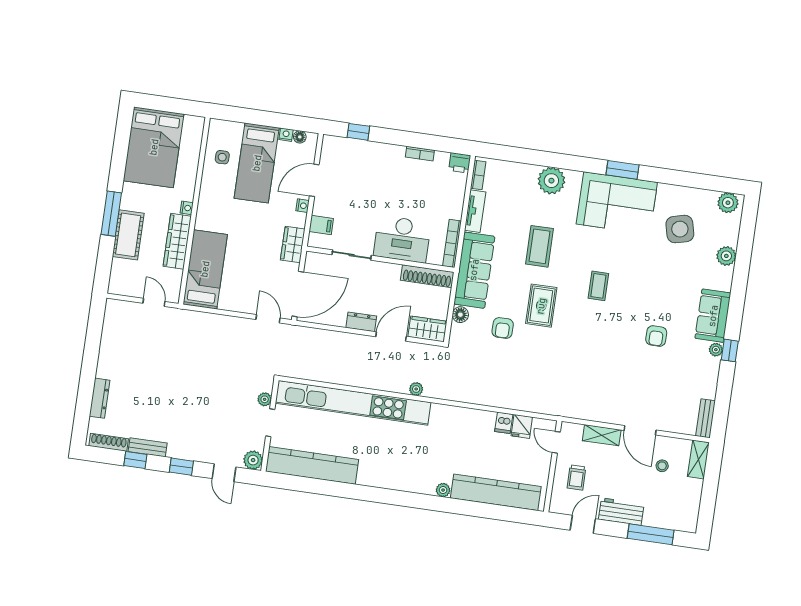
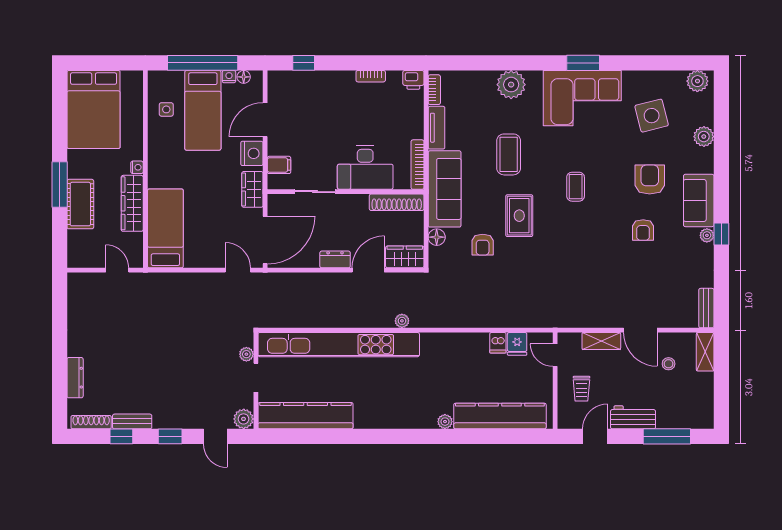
window: (263, 118) -> (203, 63), added
nightstand: (302, 206) -> (252, 153), width x1.89, depth x1.79
armchair: (669, 289) -> (650, 179), added

